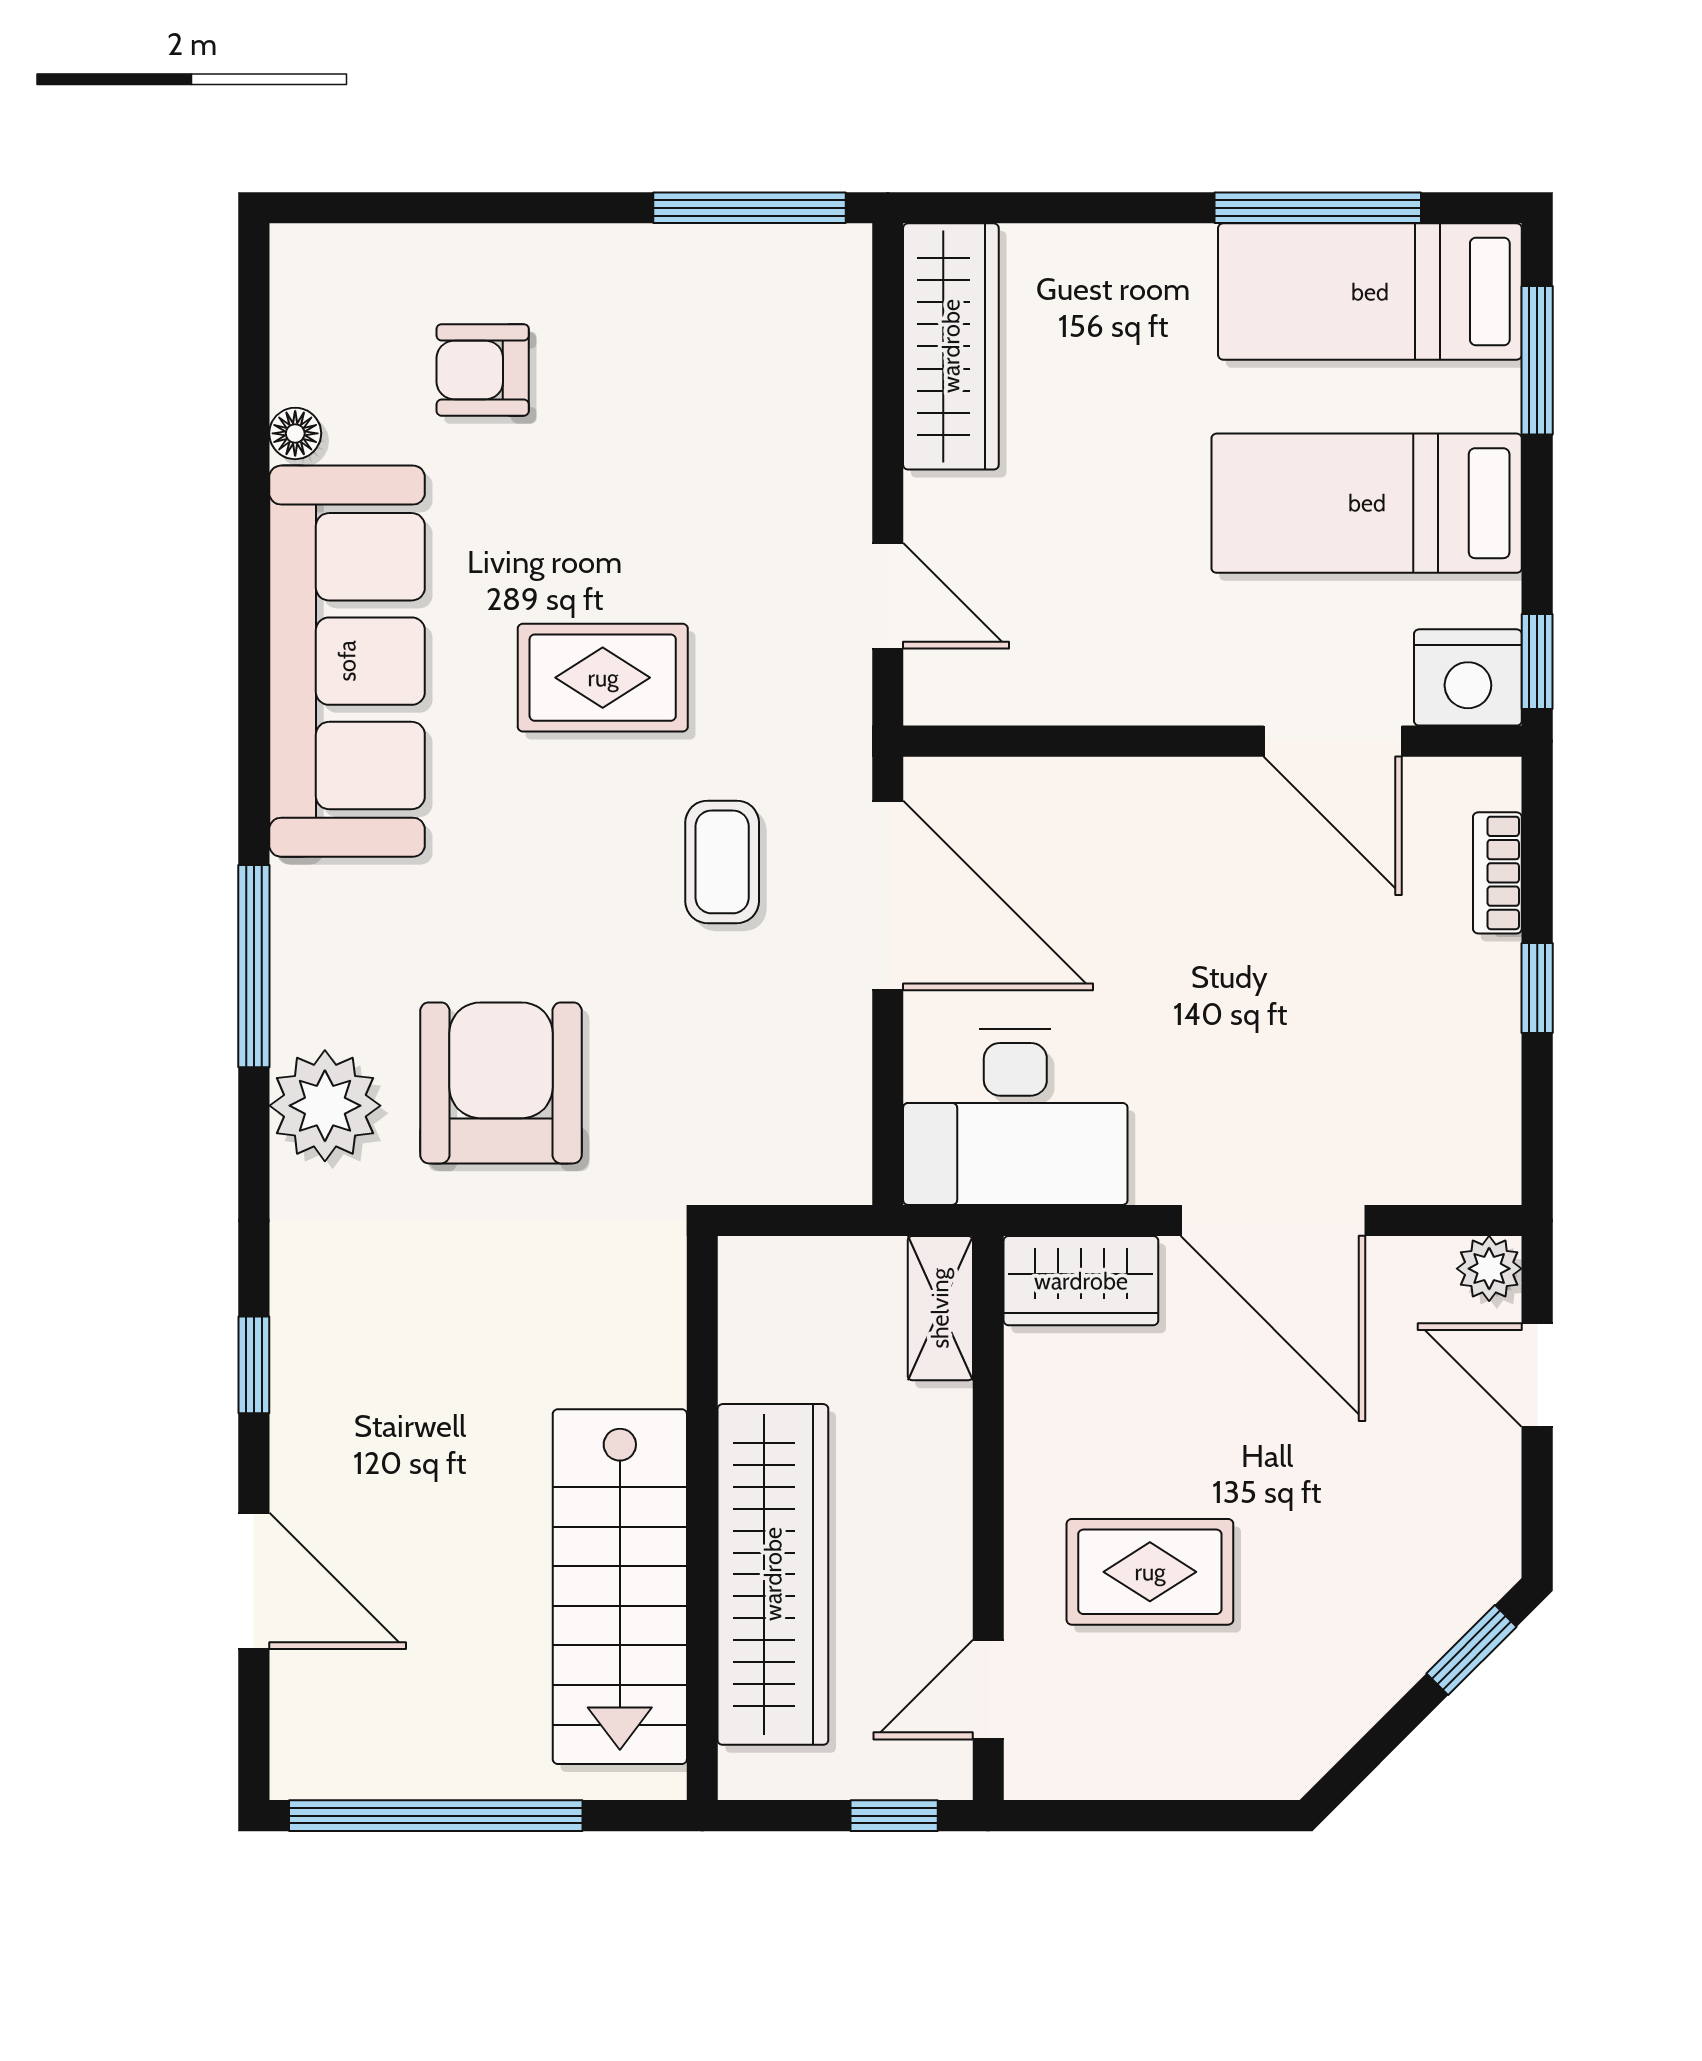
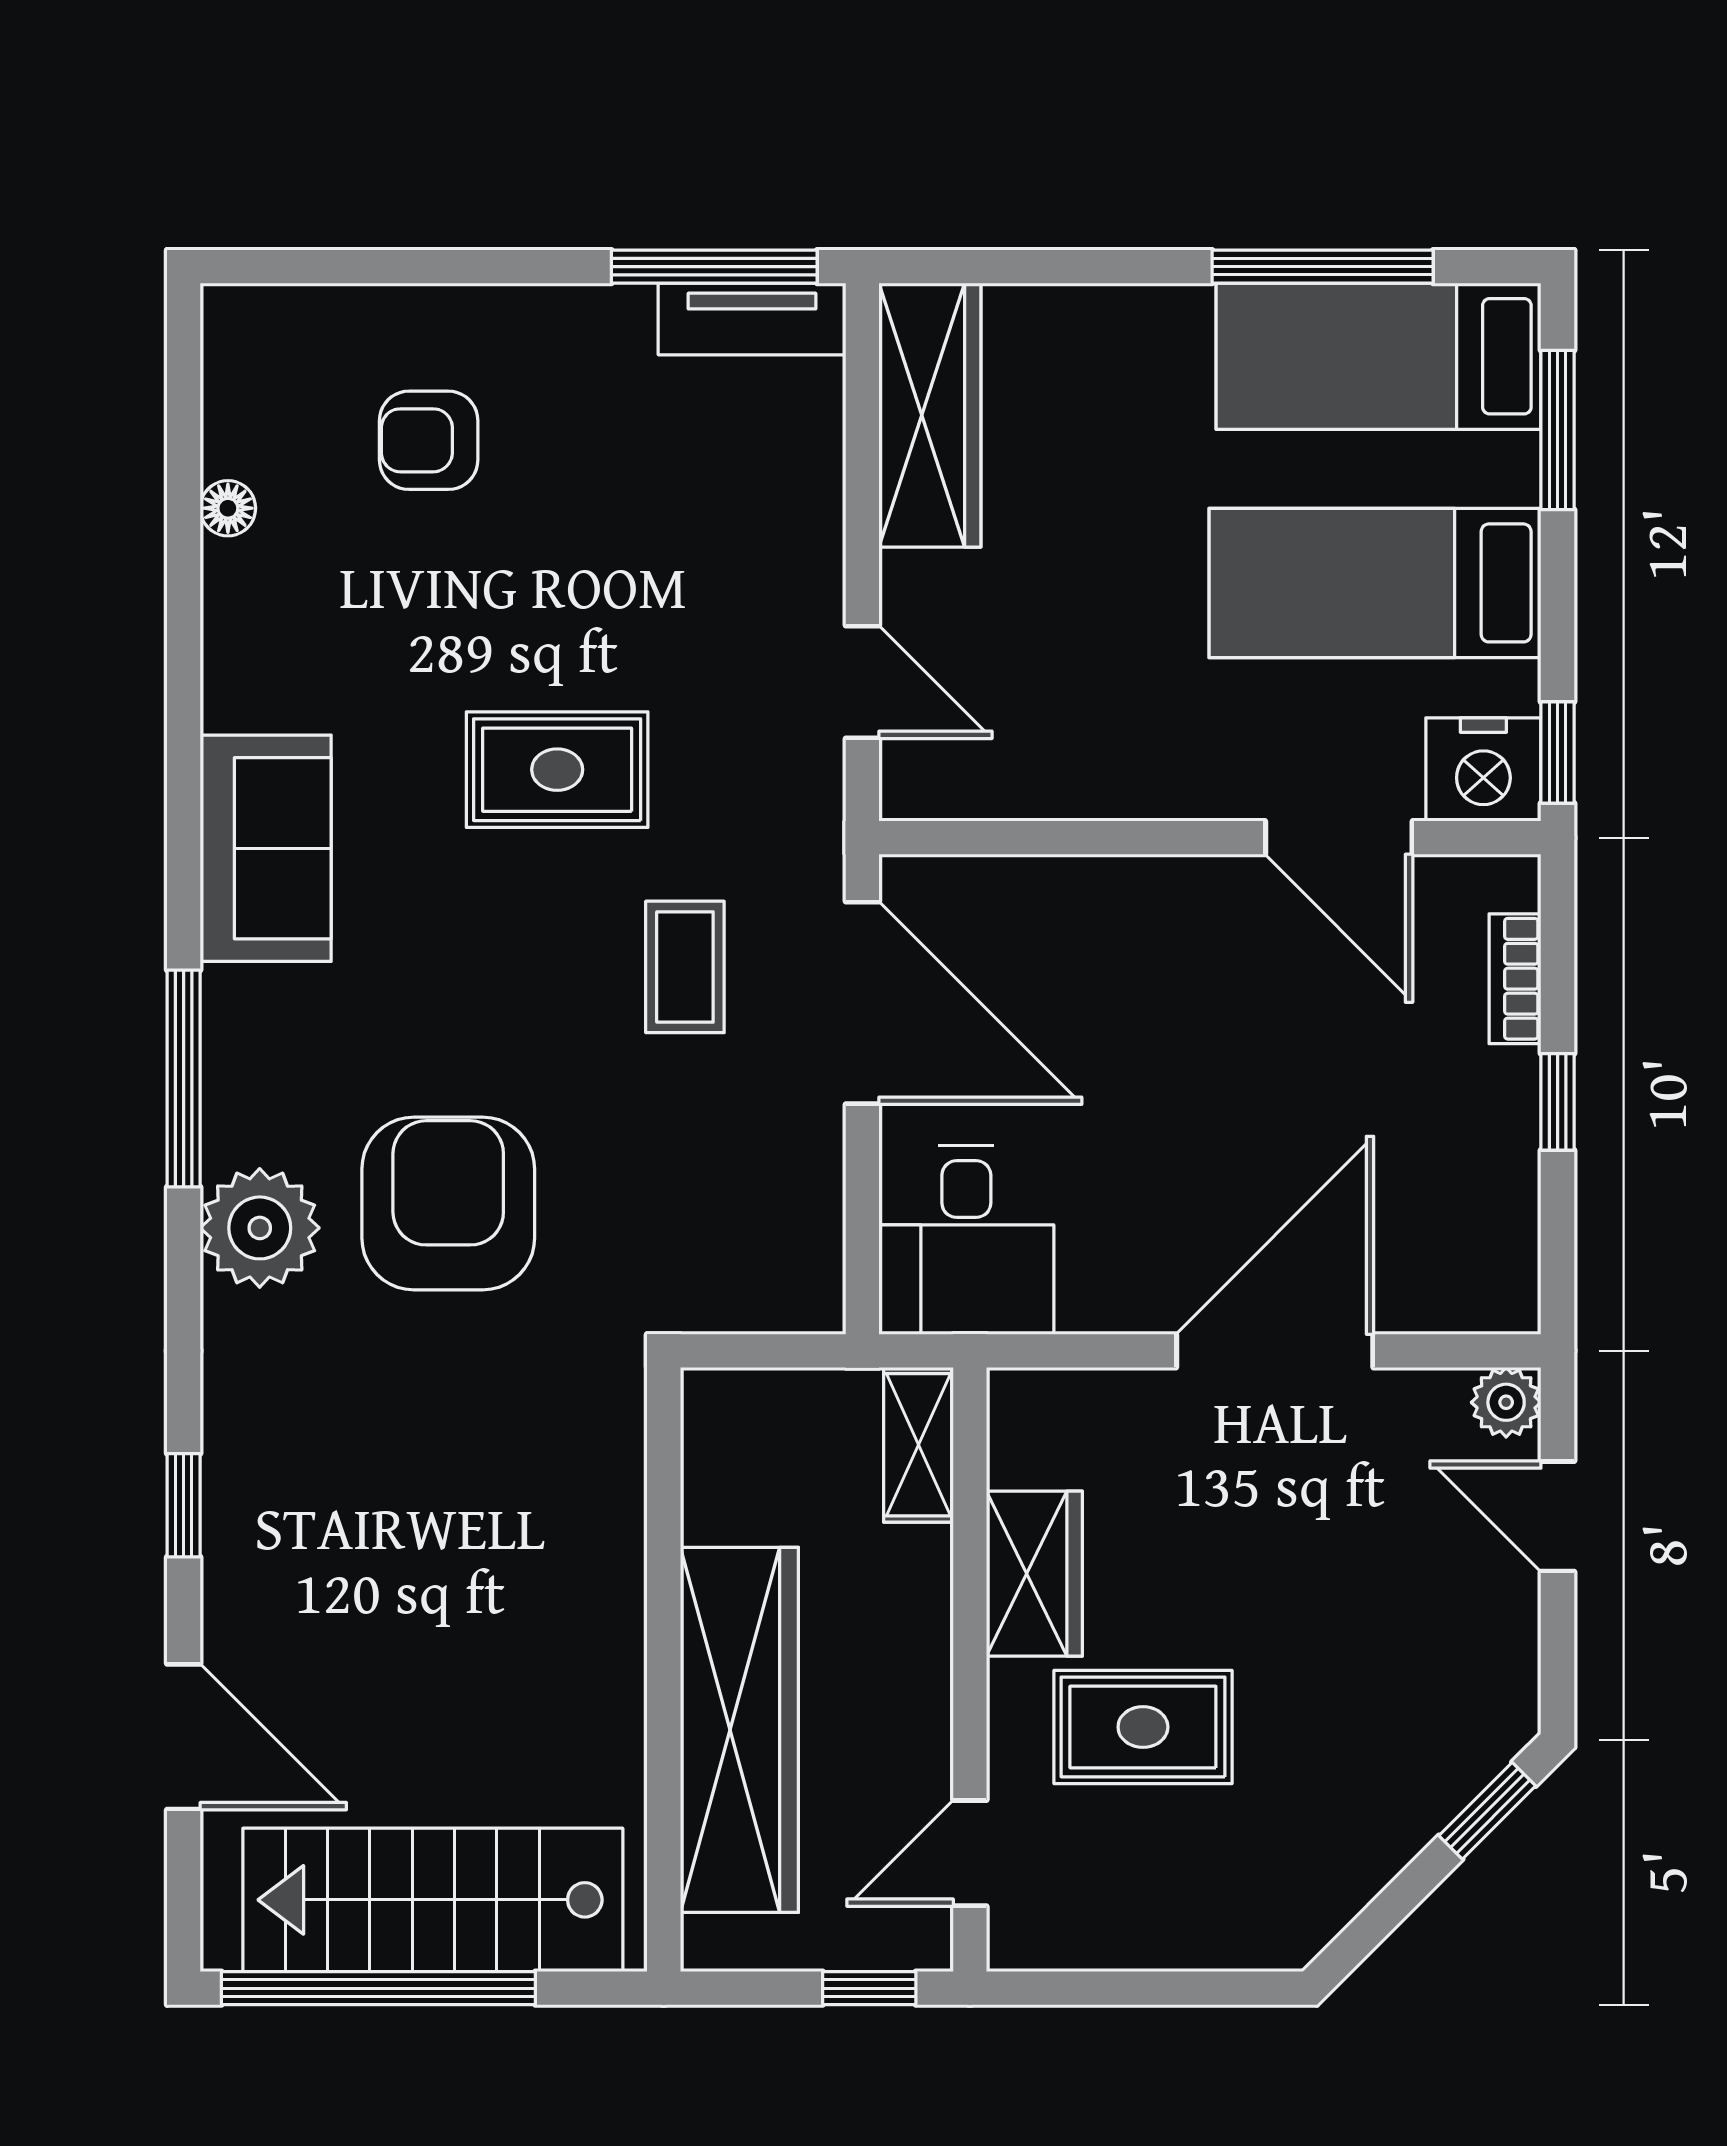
tv unit: (785, 257) -> (752, 319), added
sofa: (347, 661) -> (266, 848), width x0.54, depth x0.79
desk: (1015, 1117) -> (966, 1240), width x0.73
door: (1273, 1220) -> (1275, 1351), swing flipped
wardrobe: (1081, 1281) -> (1034, 1574), moved, turned -90
stairs: (620, 1587) -> (433, 1900), moved, turned 90

